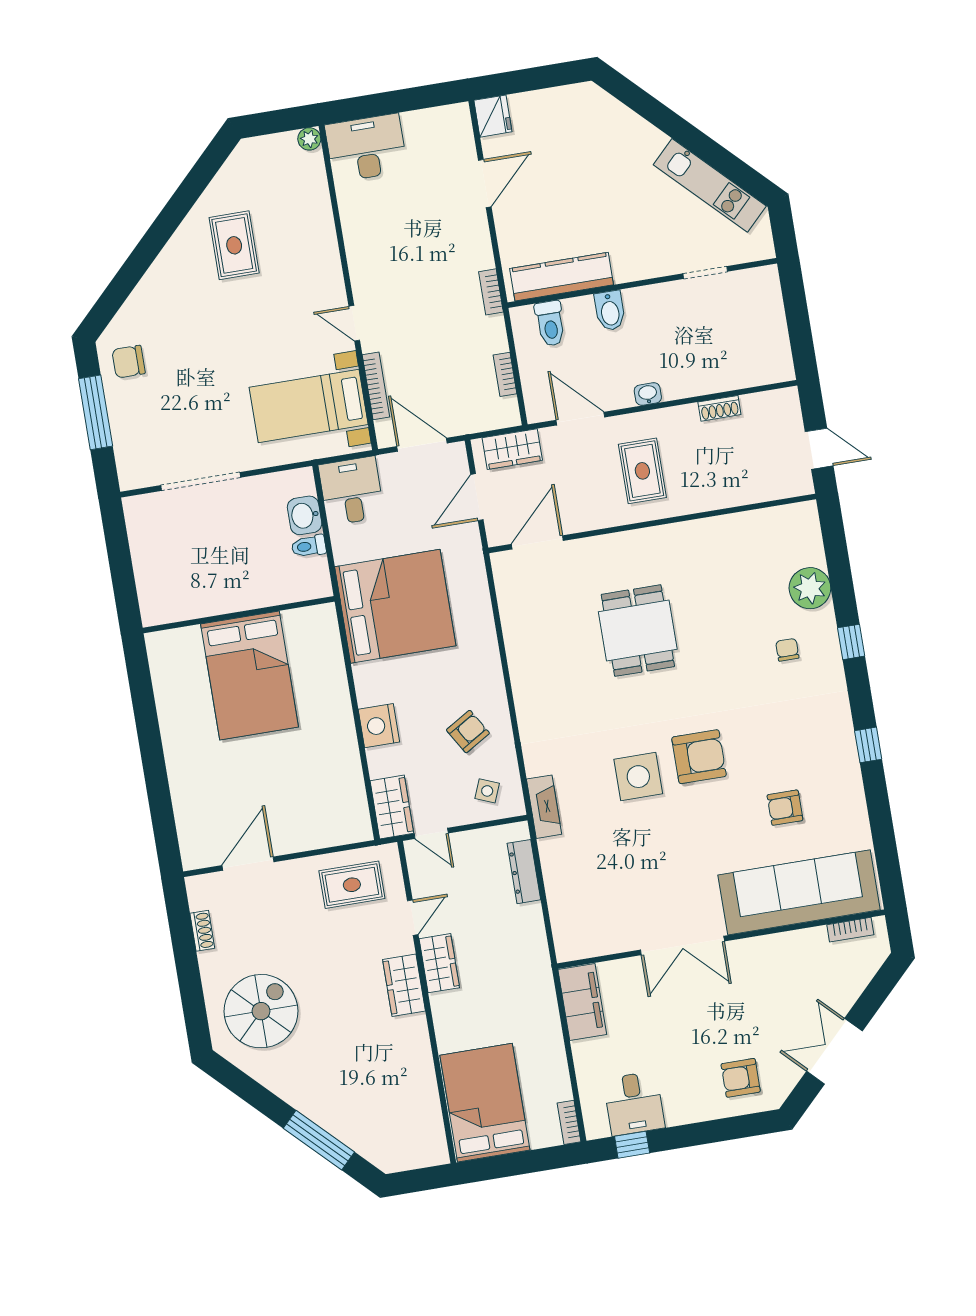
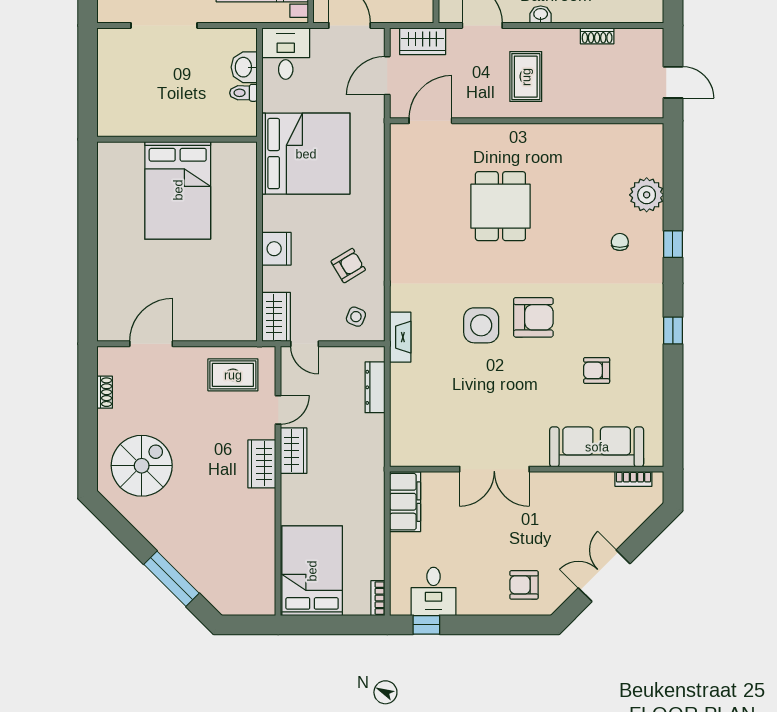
sofa: (799, 892) -> (597, 447), width x0.74, depth x0.79

